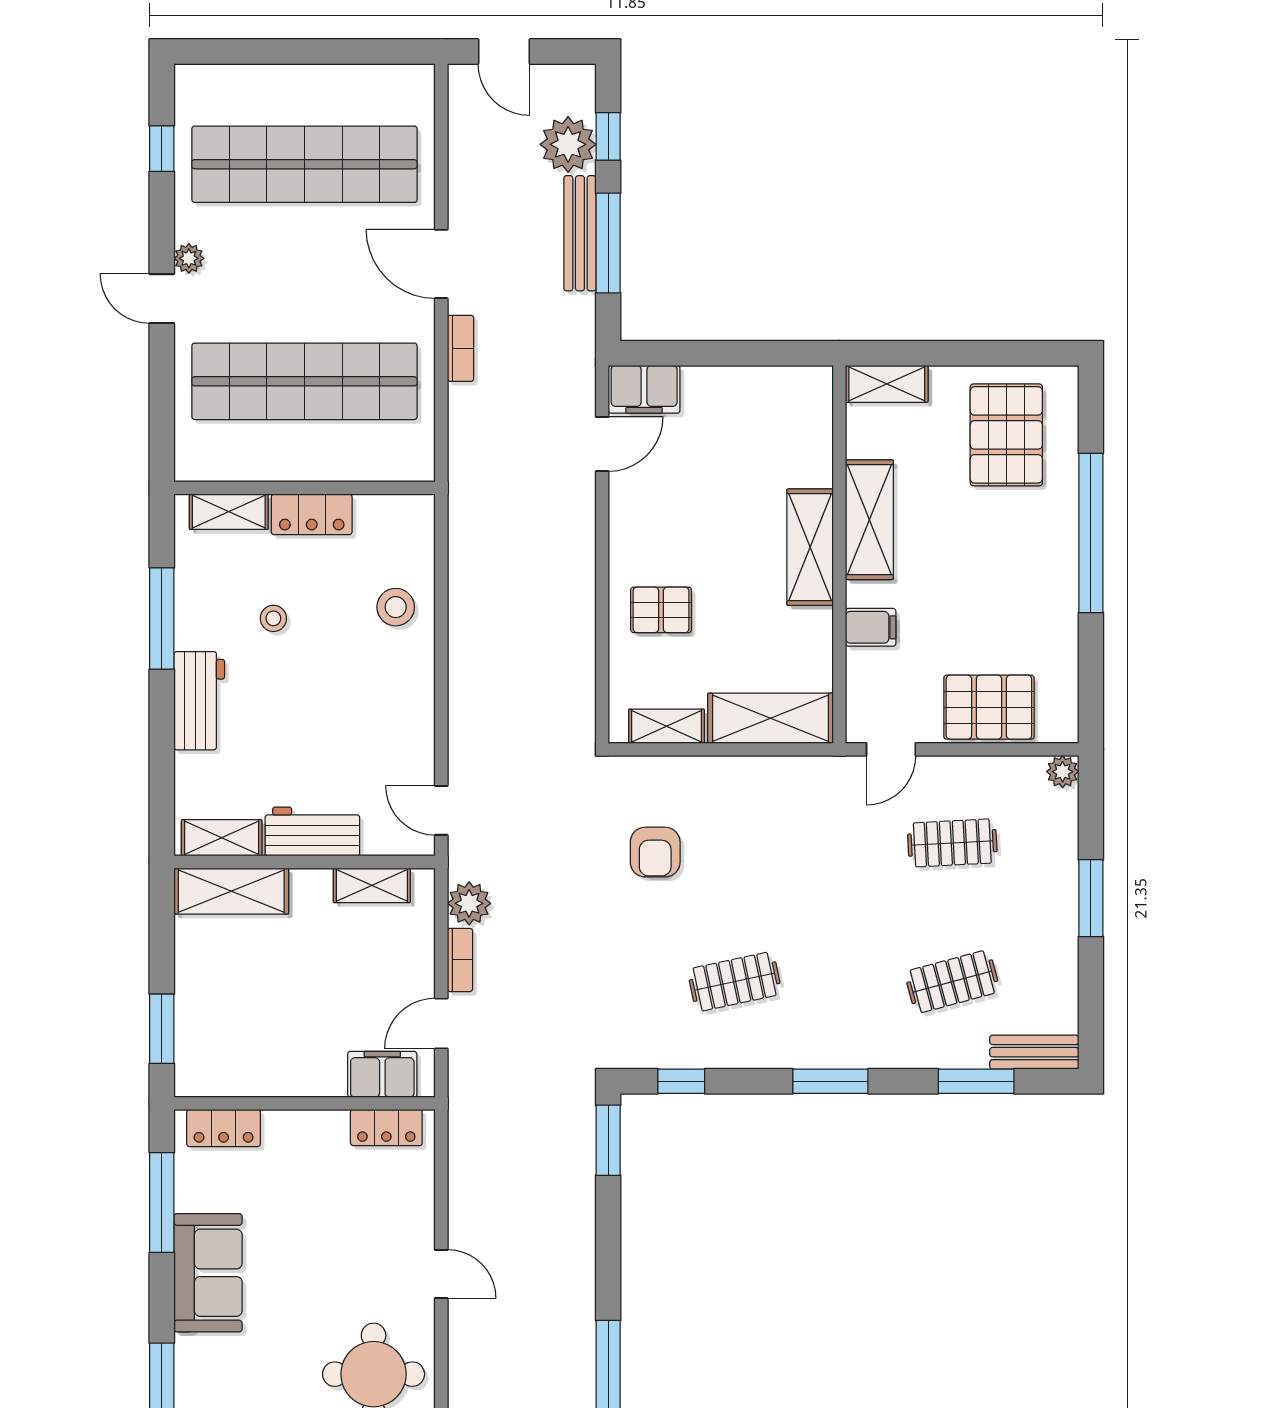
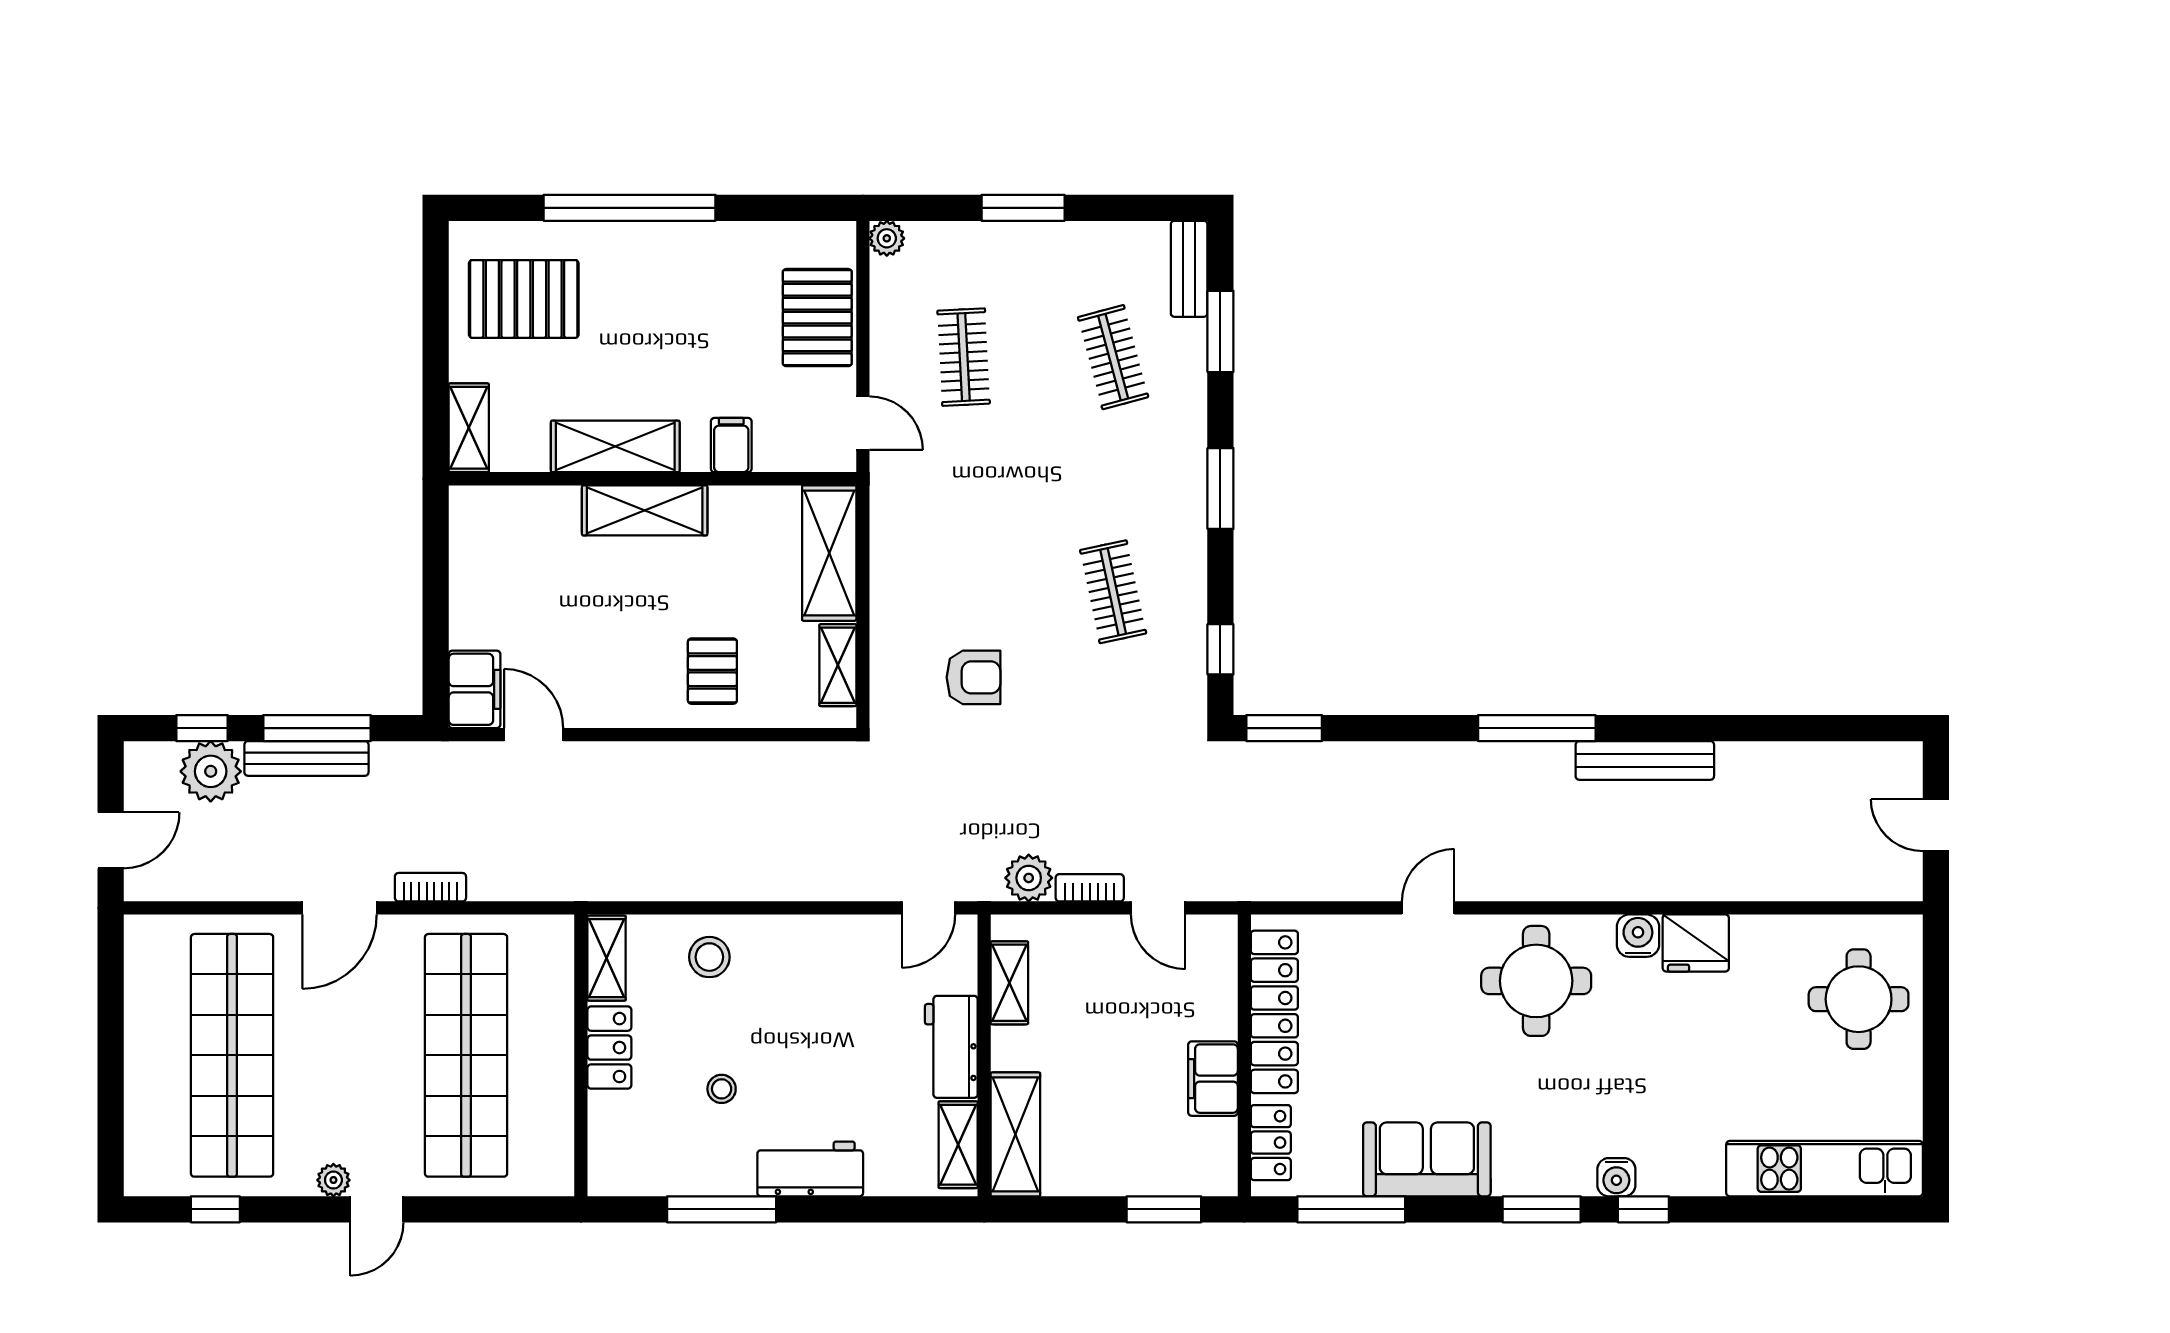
shelving: (229, 512) -> (607, 958), moved
filing cabinet: (382, 1074) -> (1213, 1079), moved
locker: (386, 1128) -> (1274, 1012), width x2.16, depth x1.21

